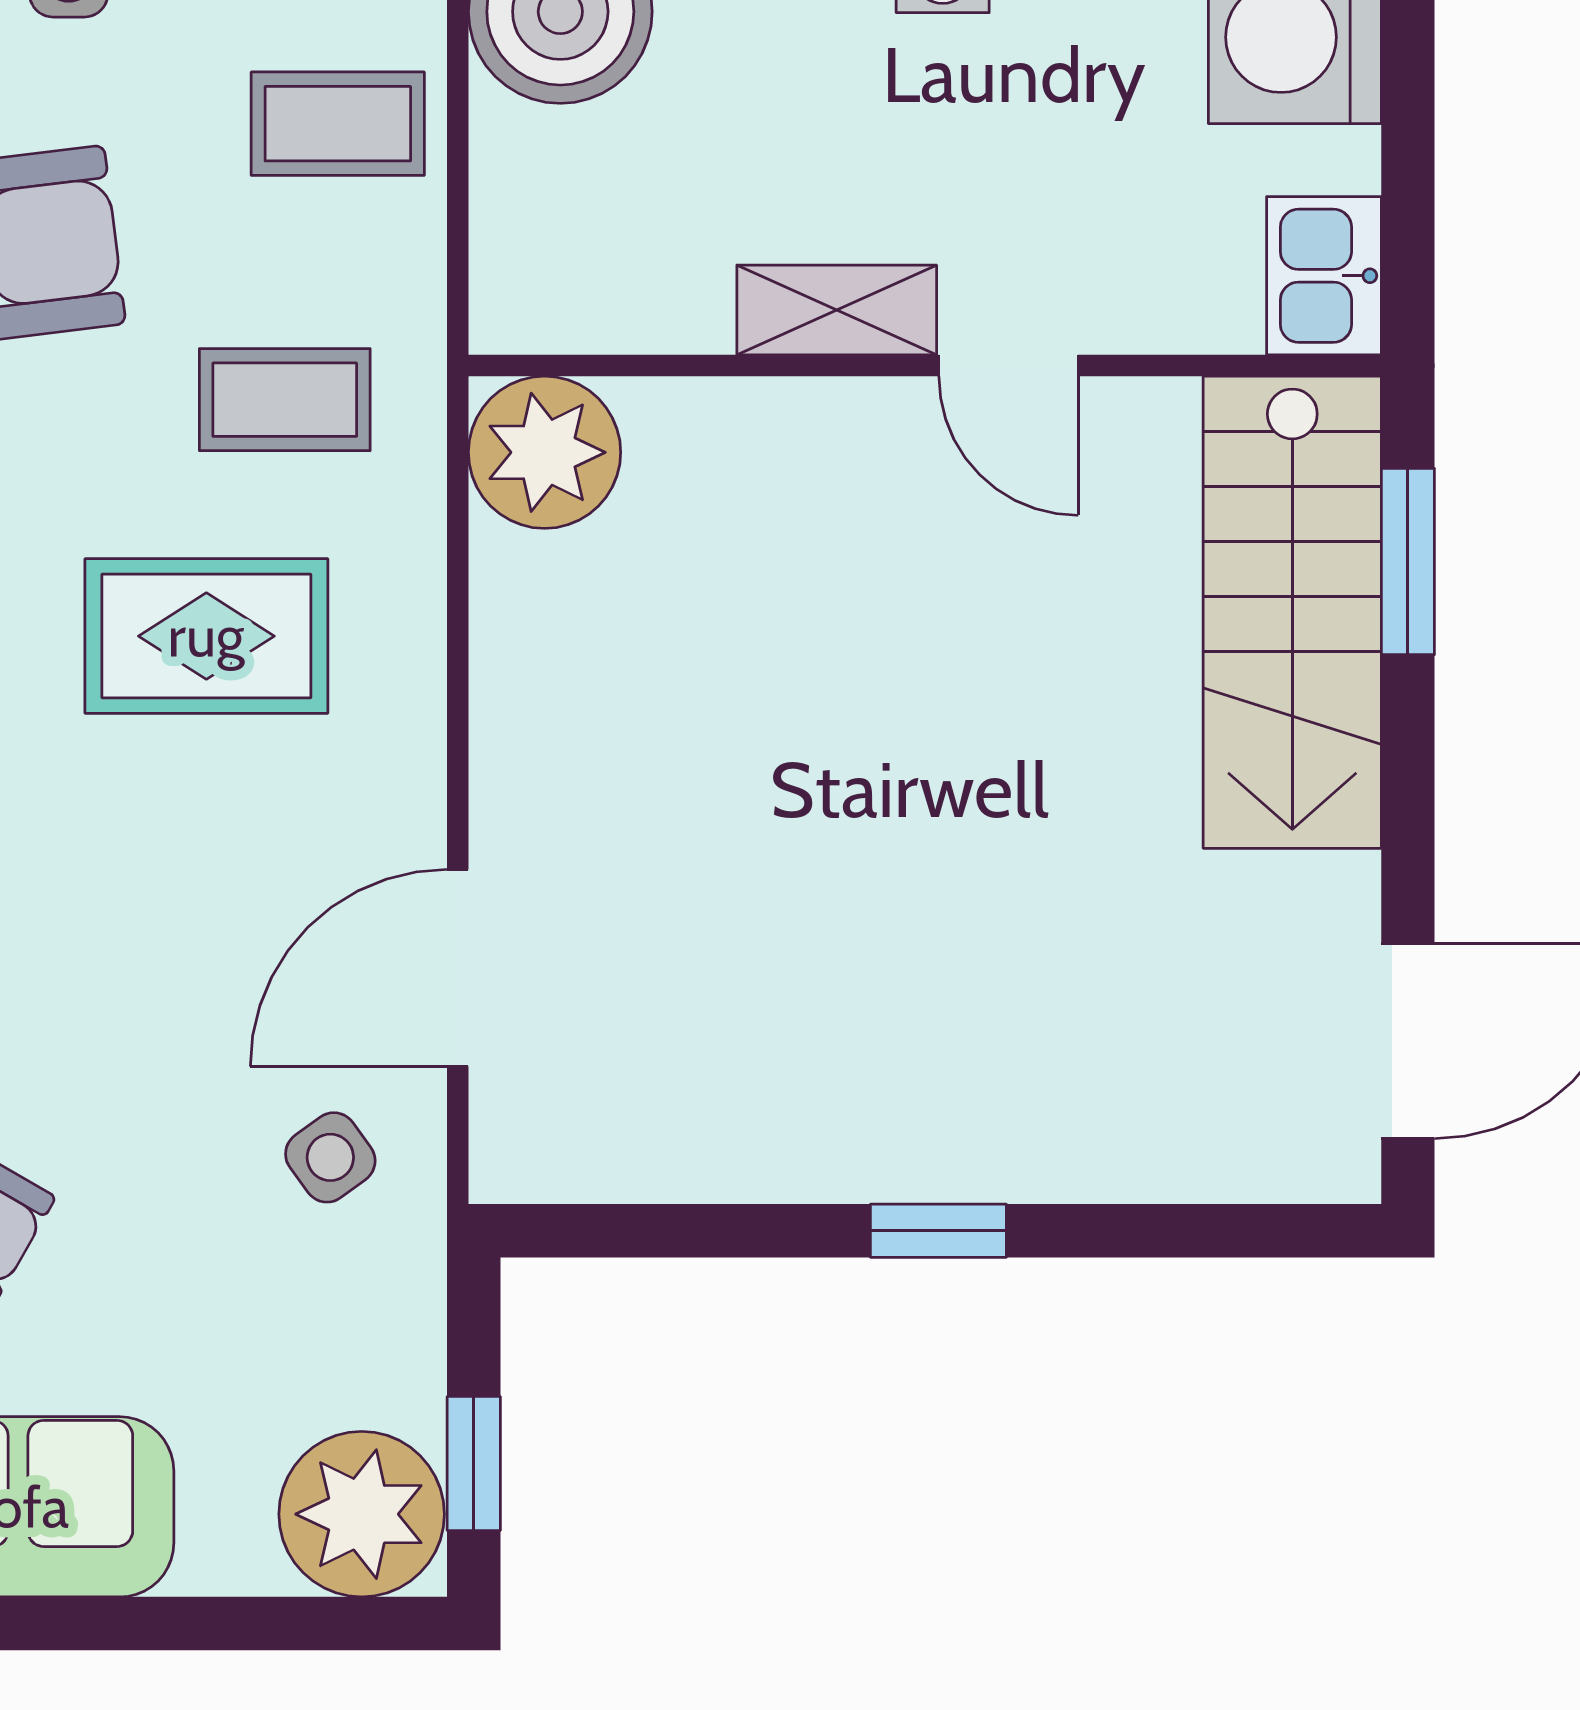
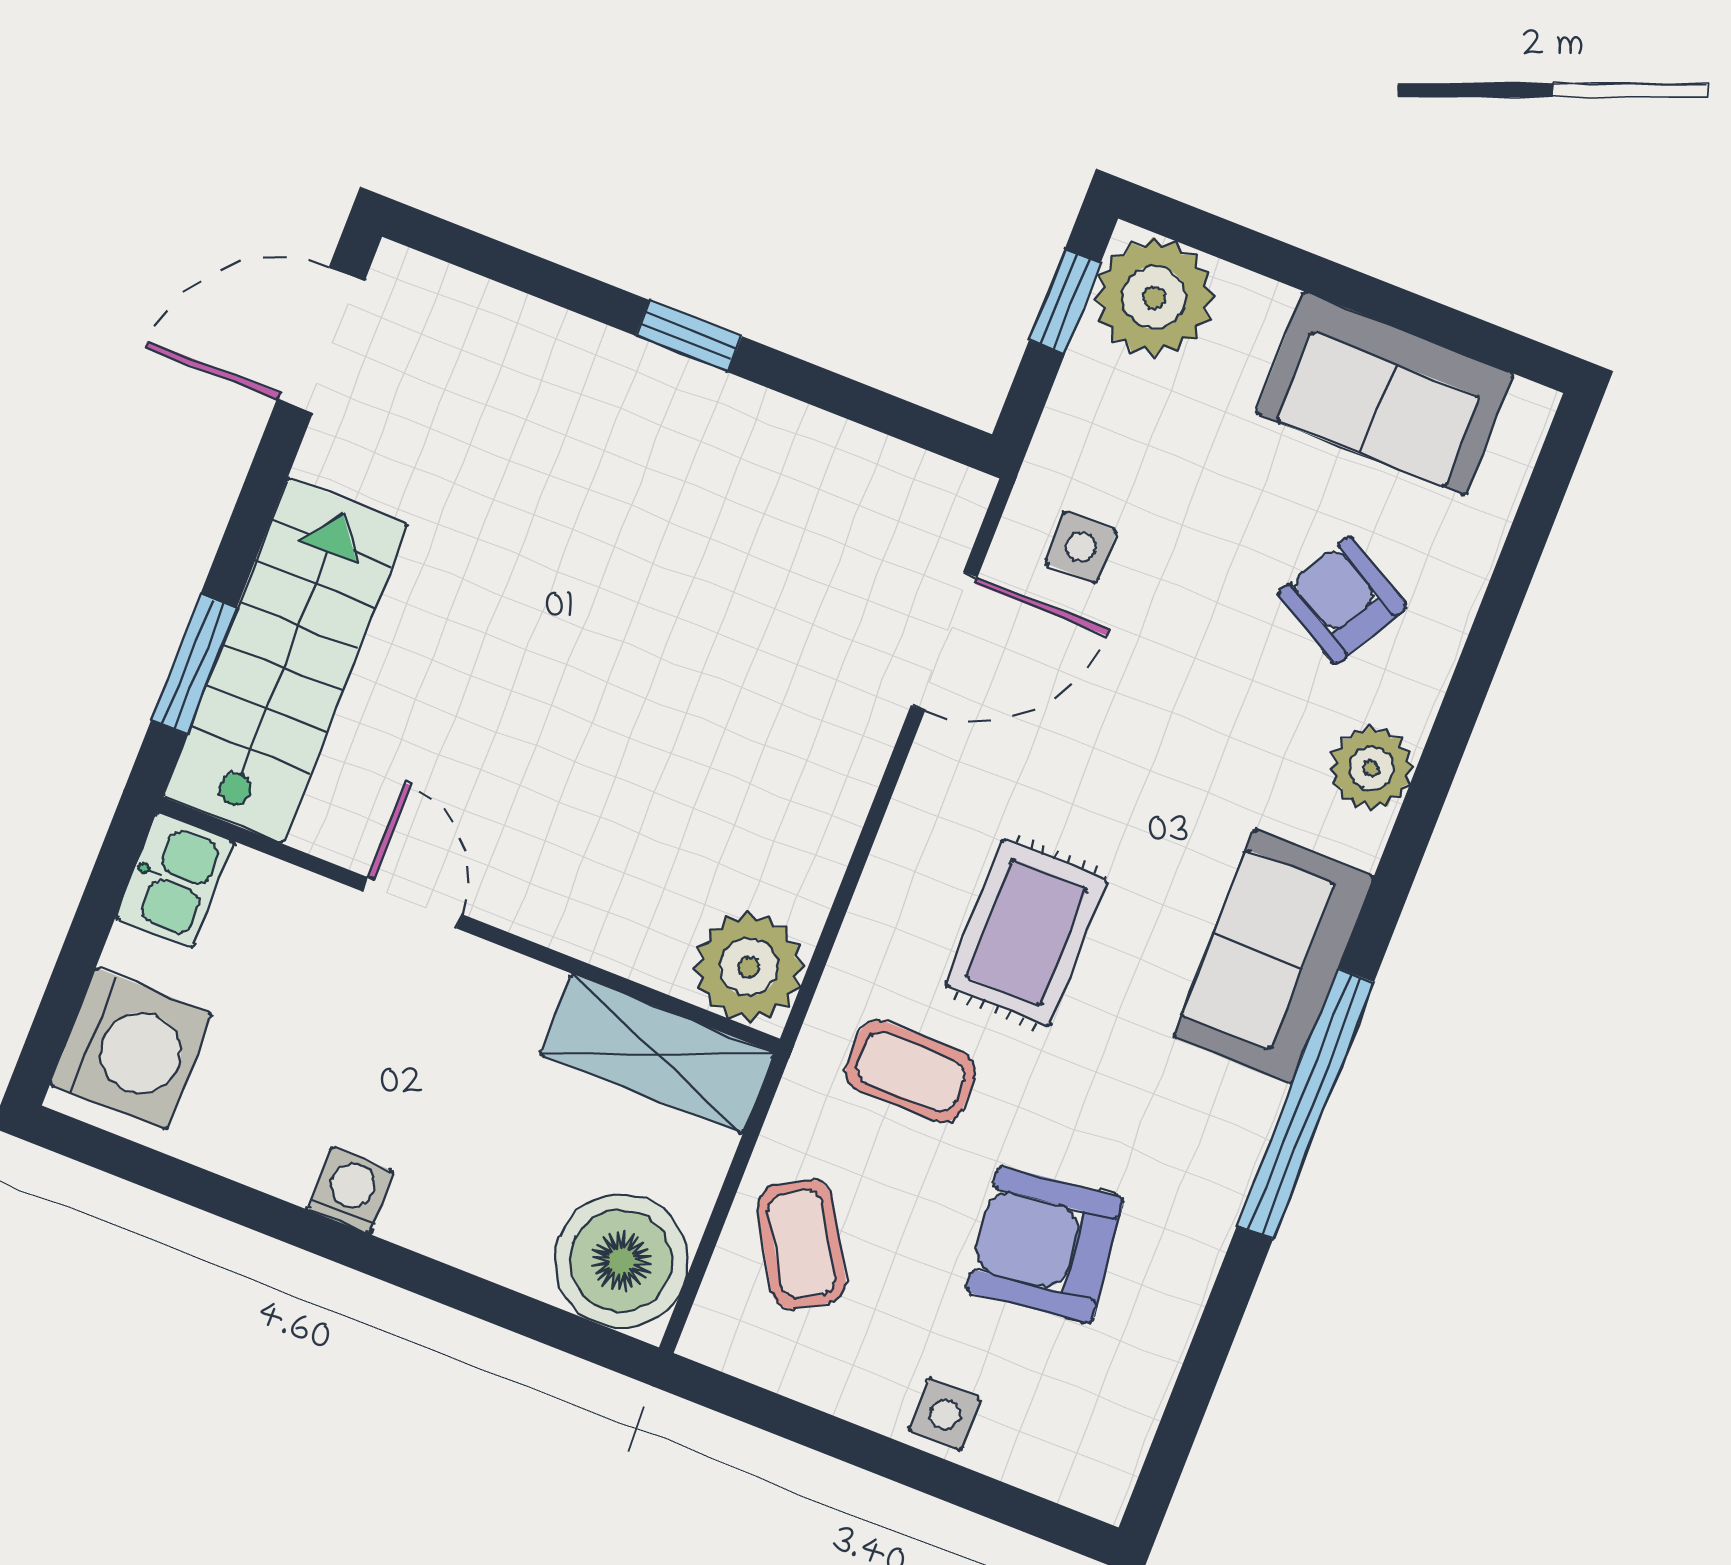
coffee table: (338, 124) -> (802, 1244), turned 59
shelving: (837, 310) -> (657, 1054), moved, width x1.50, depth x1.33
rug: (206, 636) -> (1026, 932), turned 90
side table: (330, 1157) -> (1081, 547), turned 36

